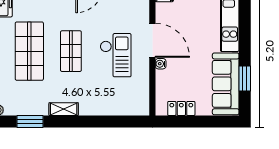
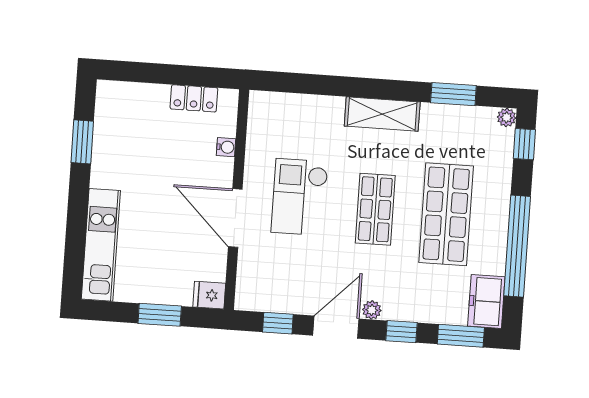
water cooler: (161, 64) -> (226, 147), moved
sofa: (226, 84) -> (115, 135), removed
shelving: (64, 109) -> (382, 114), width x1.50, depth x1.33

